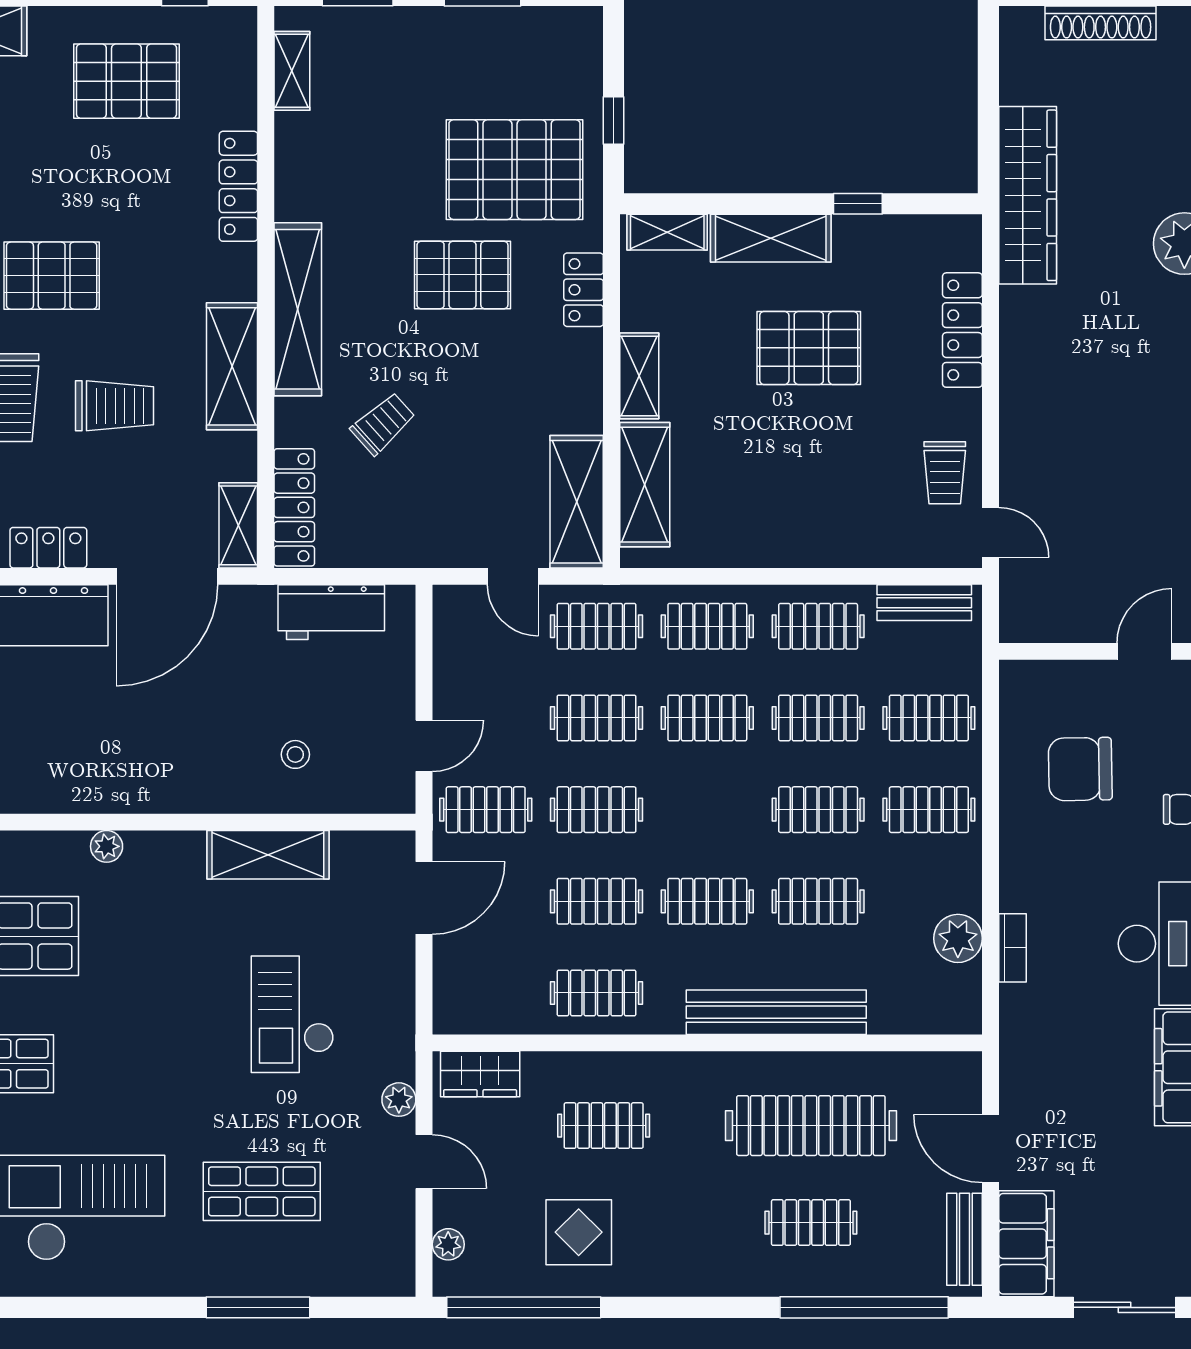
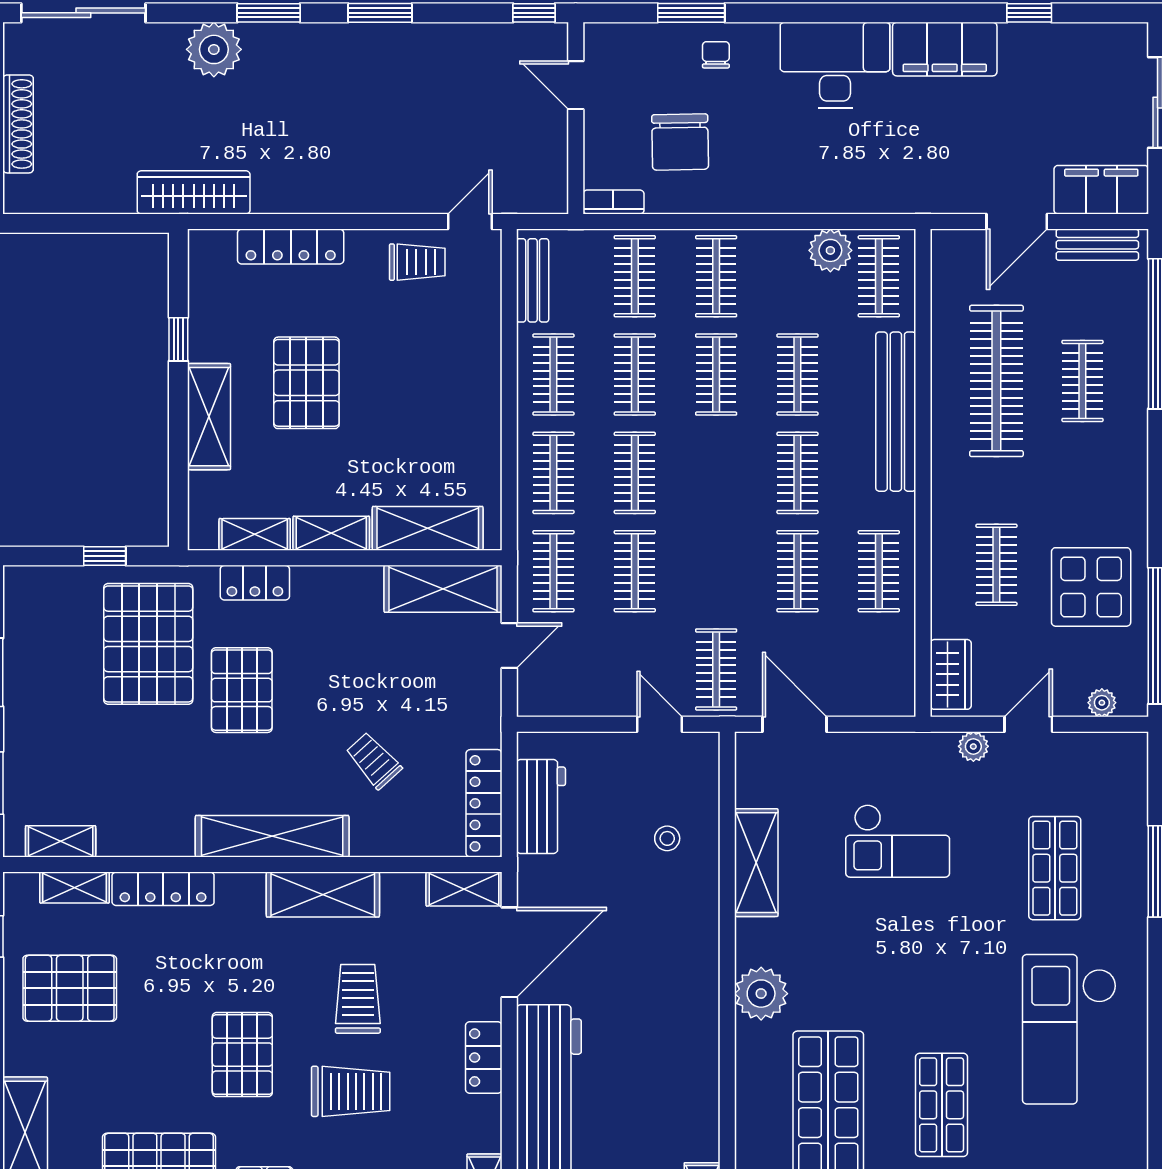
pallet: (126, 81) -> (70, 988), turned 90
shelving: (240, 87) -> (75, 888), added
wardrobe: (1028, 195) -> (194, 192), width x0.71, depth x0.85
shelving: (667, 232) -> (255, 534), moved, turned 90
locker: (294, 507) -> (484, 803), moved, turned -90
door: (167, 576) -> (509, 952), hinge flipped
clothes rail: (596, 810) -> (879, 276), moved
plant: (107, 846) -> (761, 994), width x1.87, depth x1.87
bookcase: (1013, 948) -> (613, 202), moved
display table: (579, 1232) -> (1091, 587), width x1.36, depth x1.36

